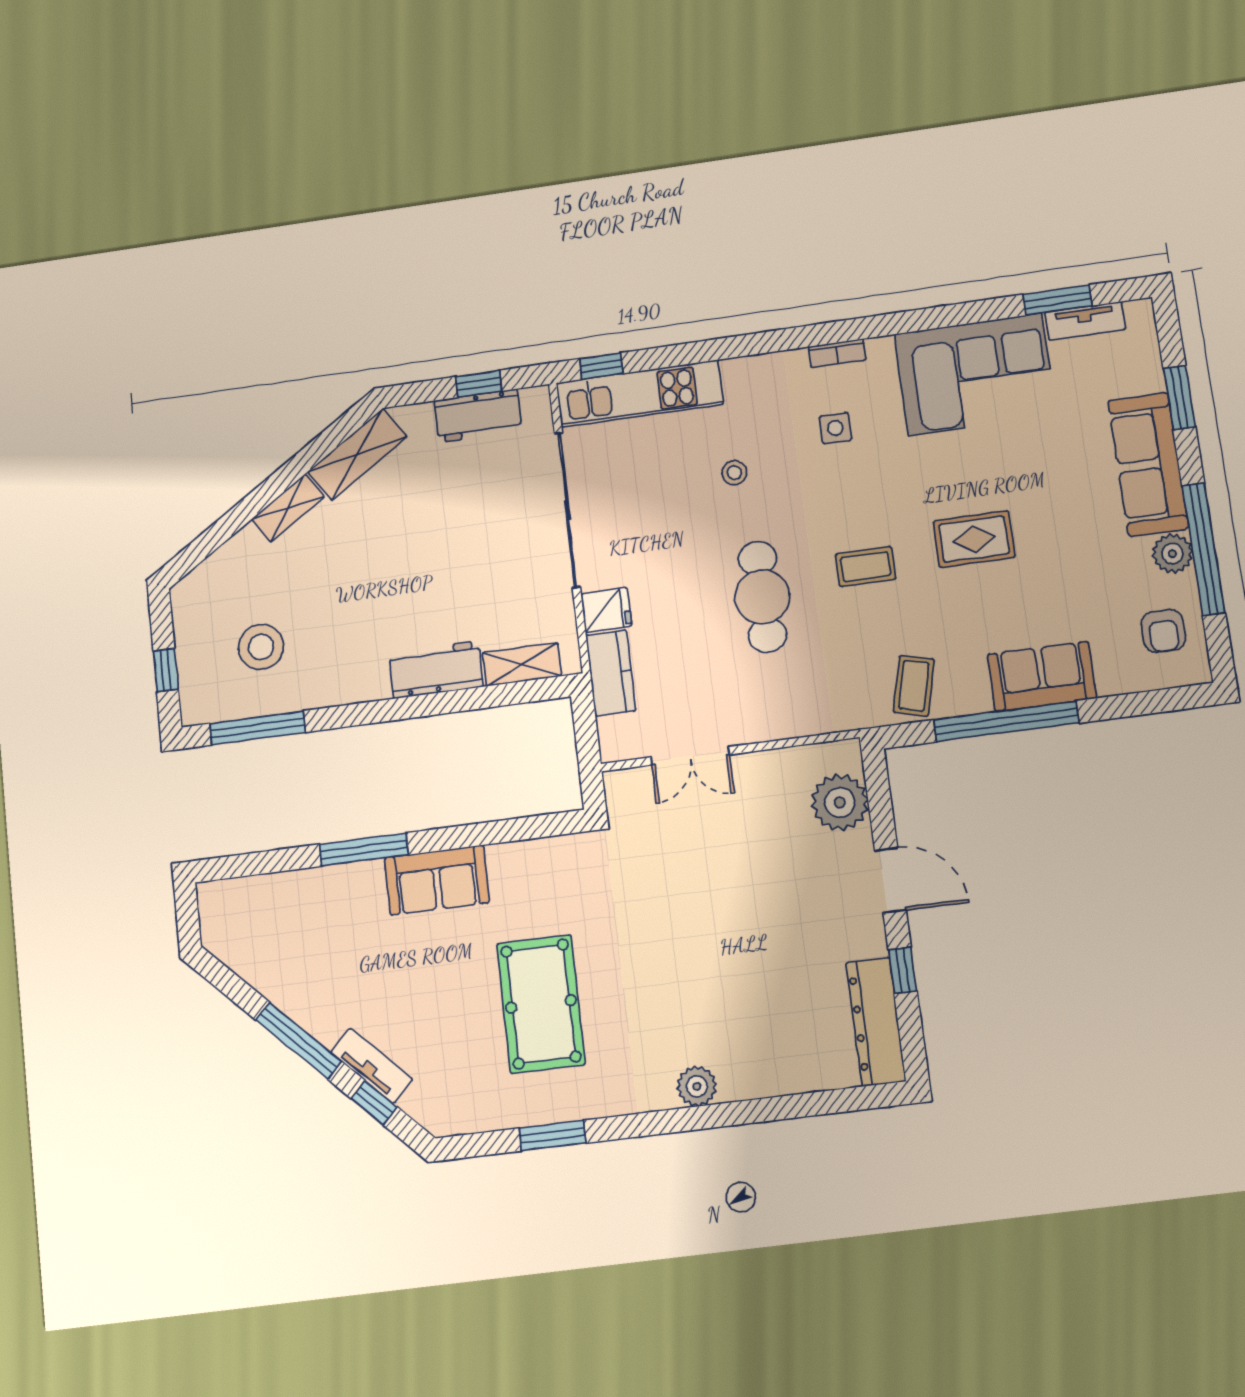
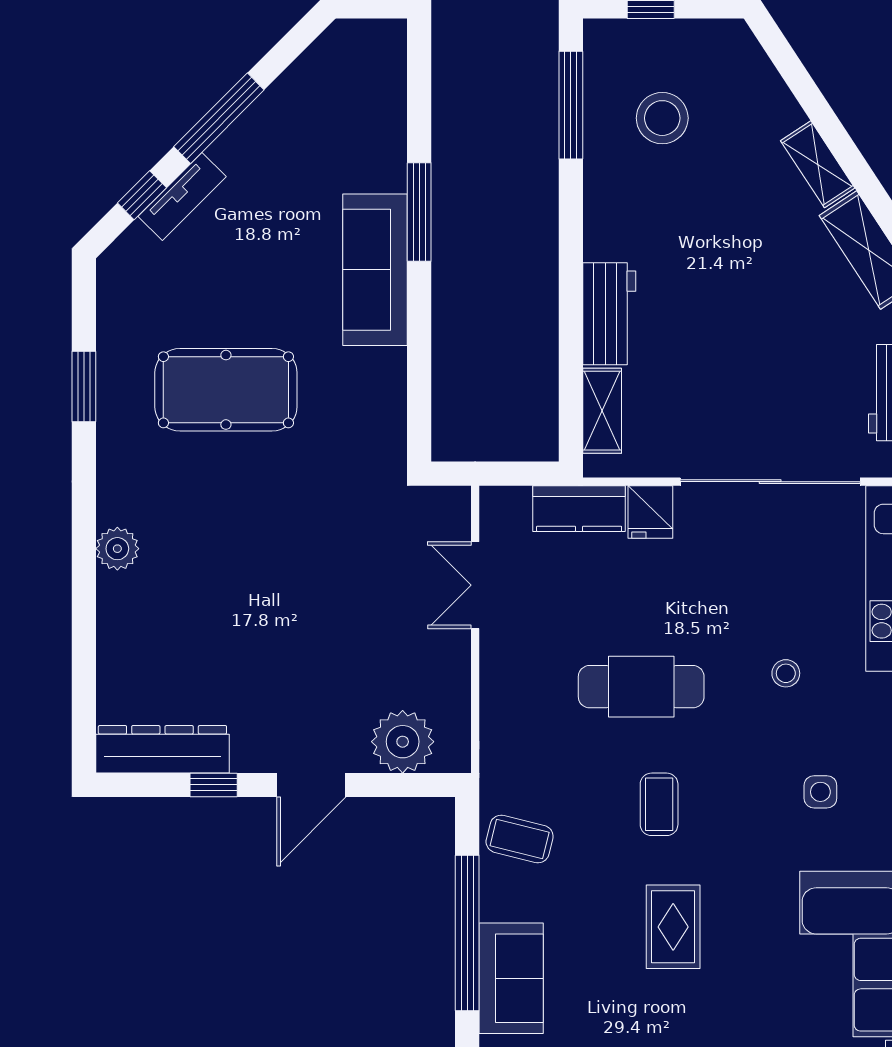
sofa: (437, 880) -> (375, 270), width x1.36

